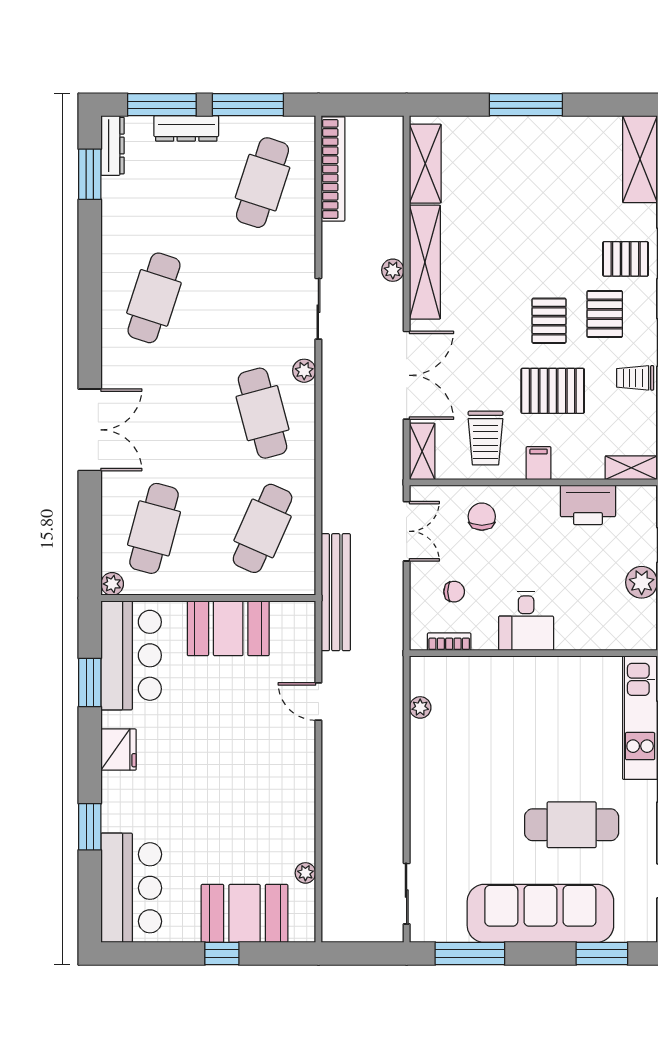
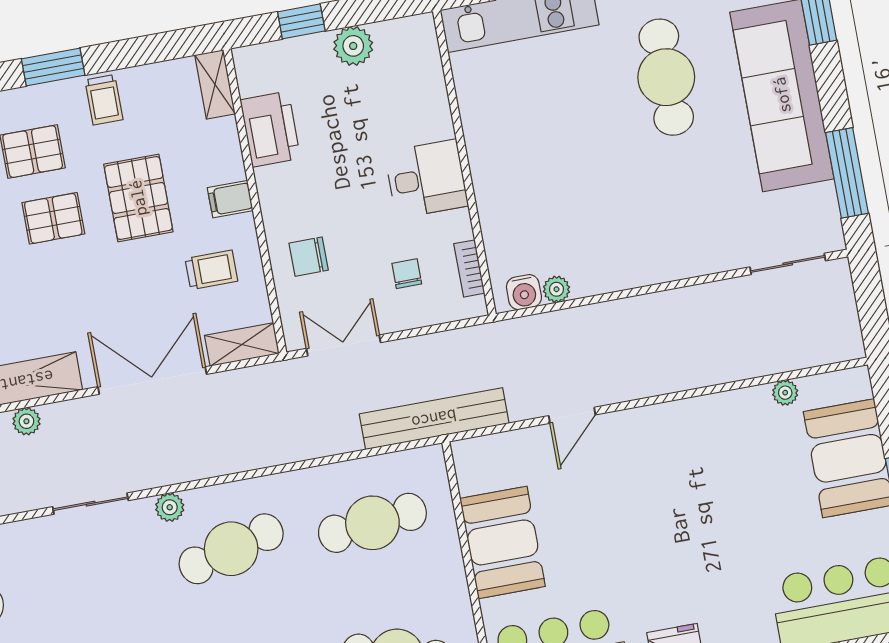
trolley: (485, 438) -> (211, 270), width x0.73, depth x0.72
cafe table: (263, 528) -> (372, 523), turned -30
water cooler: (423, 681) -> (524, 292), added

